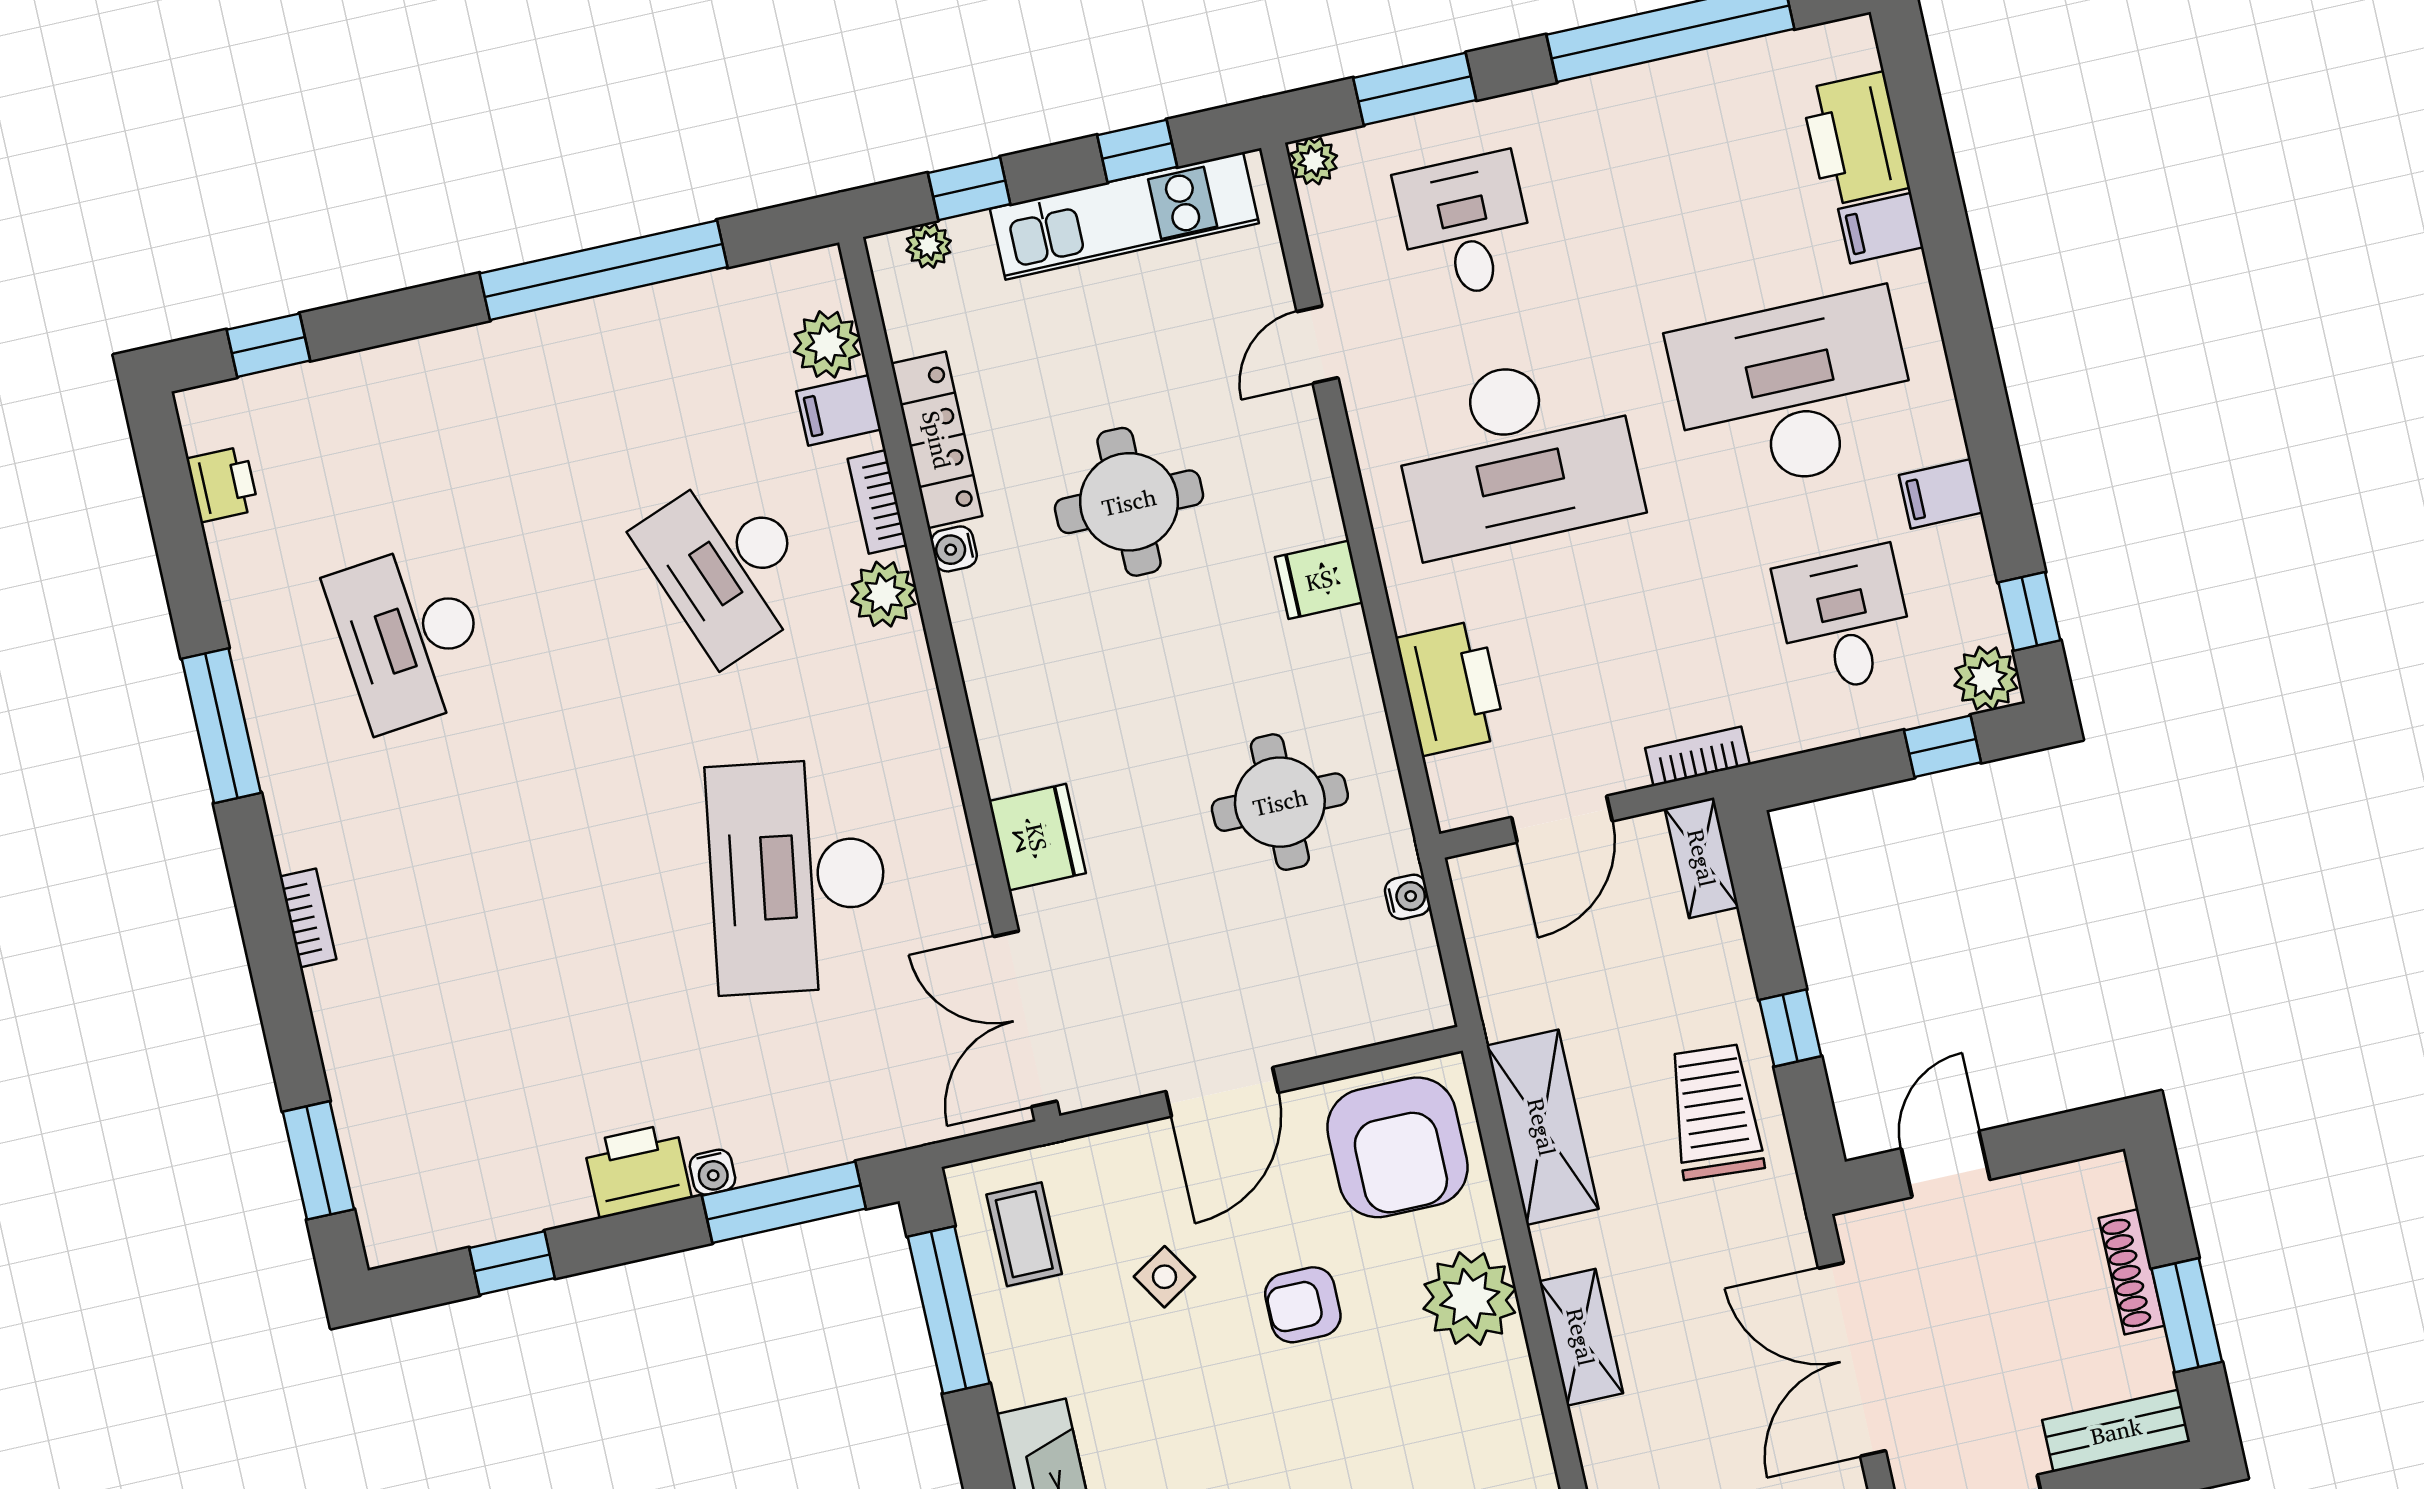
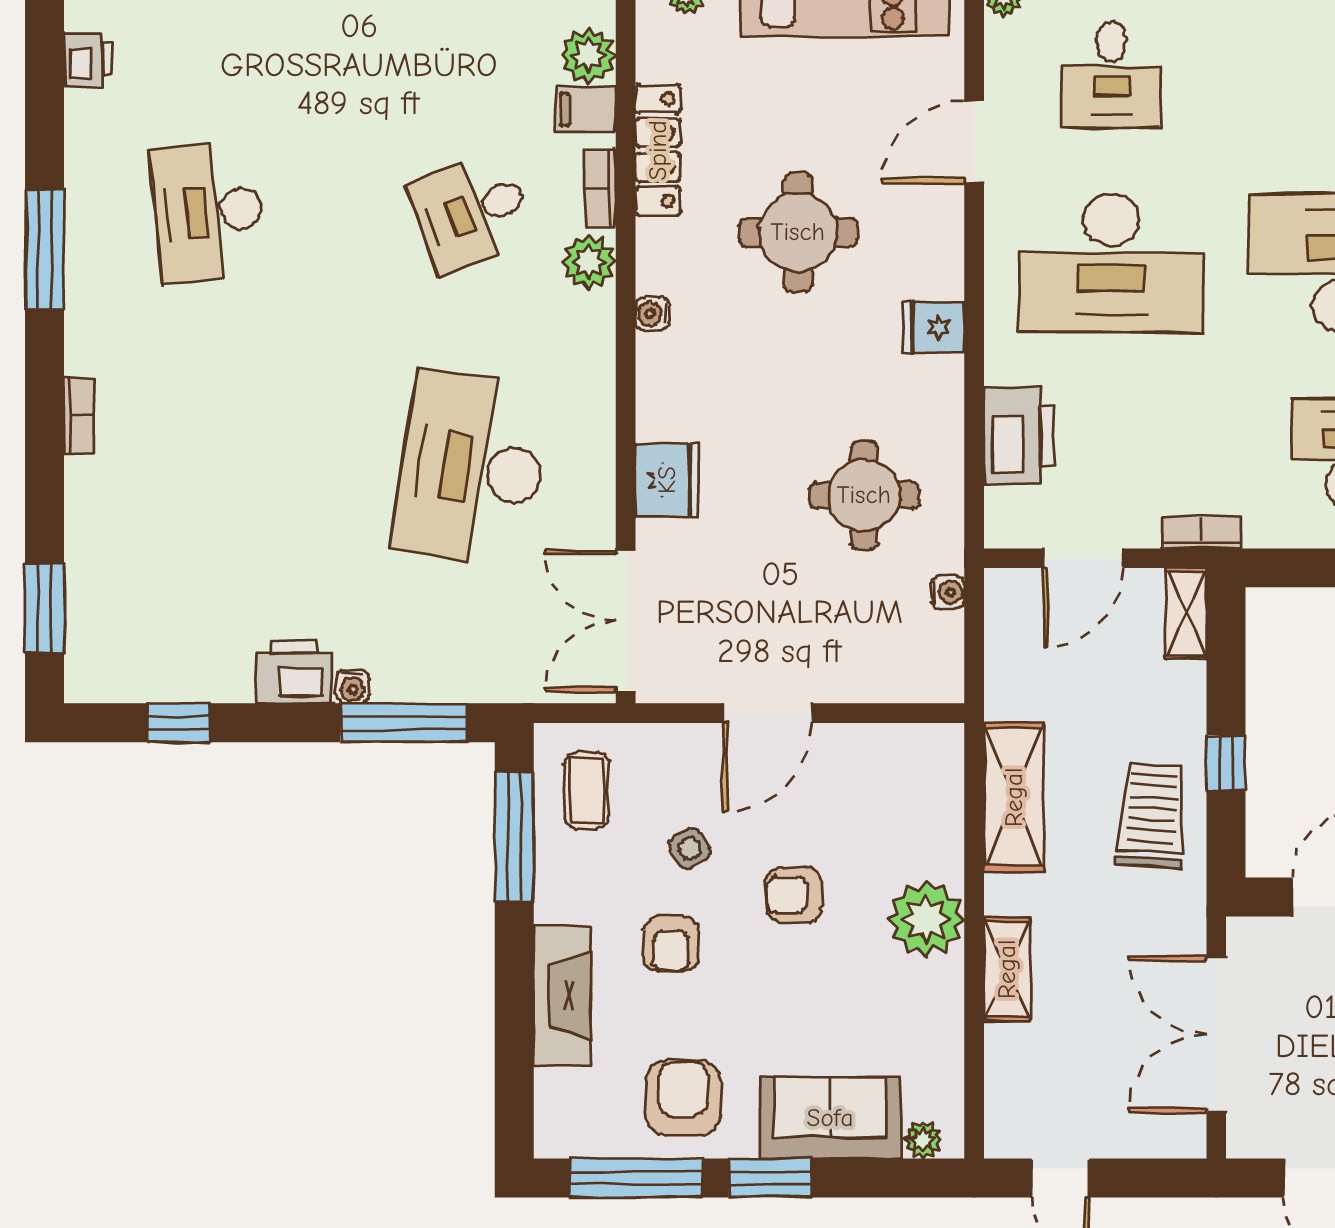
desk: (1465, 226) -> (1111, 75), turned 180
door: (1318, 345) -> (974, 142), width x1.38
water cooler: (954, 549) -> (652, 314), moved
desk: (728, 565) -> (471, 212), width x0.73
armchair: (1397, 1147) -> (671, 944), moved, width x0.53, depth x0.53

